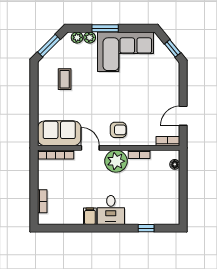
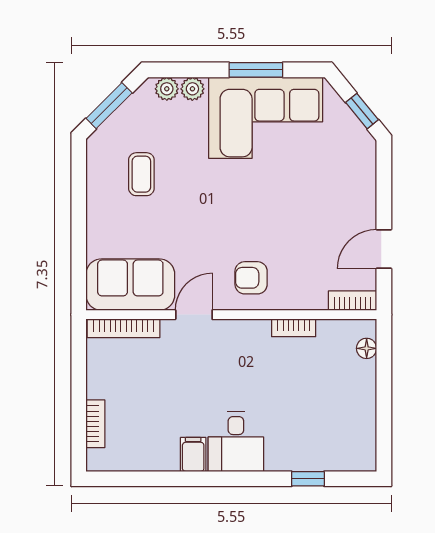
window: (105, 28) -> (256, 70), moved
armchair: (118, 130) -> (251, 278), turned 180
door: (90, 148) -> (194, 315), hinge flipped
plant: (116, 161) -> (246, 342), removed

